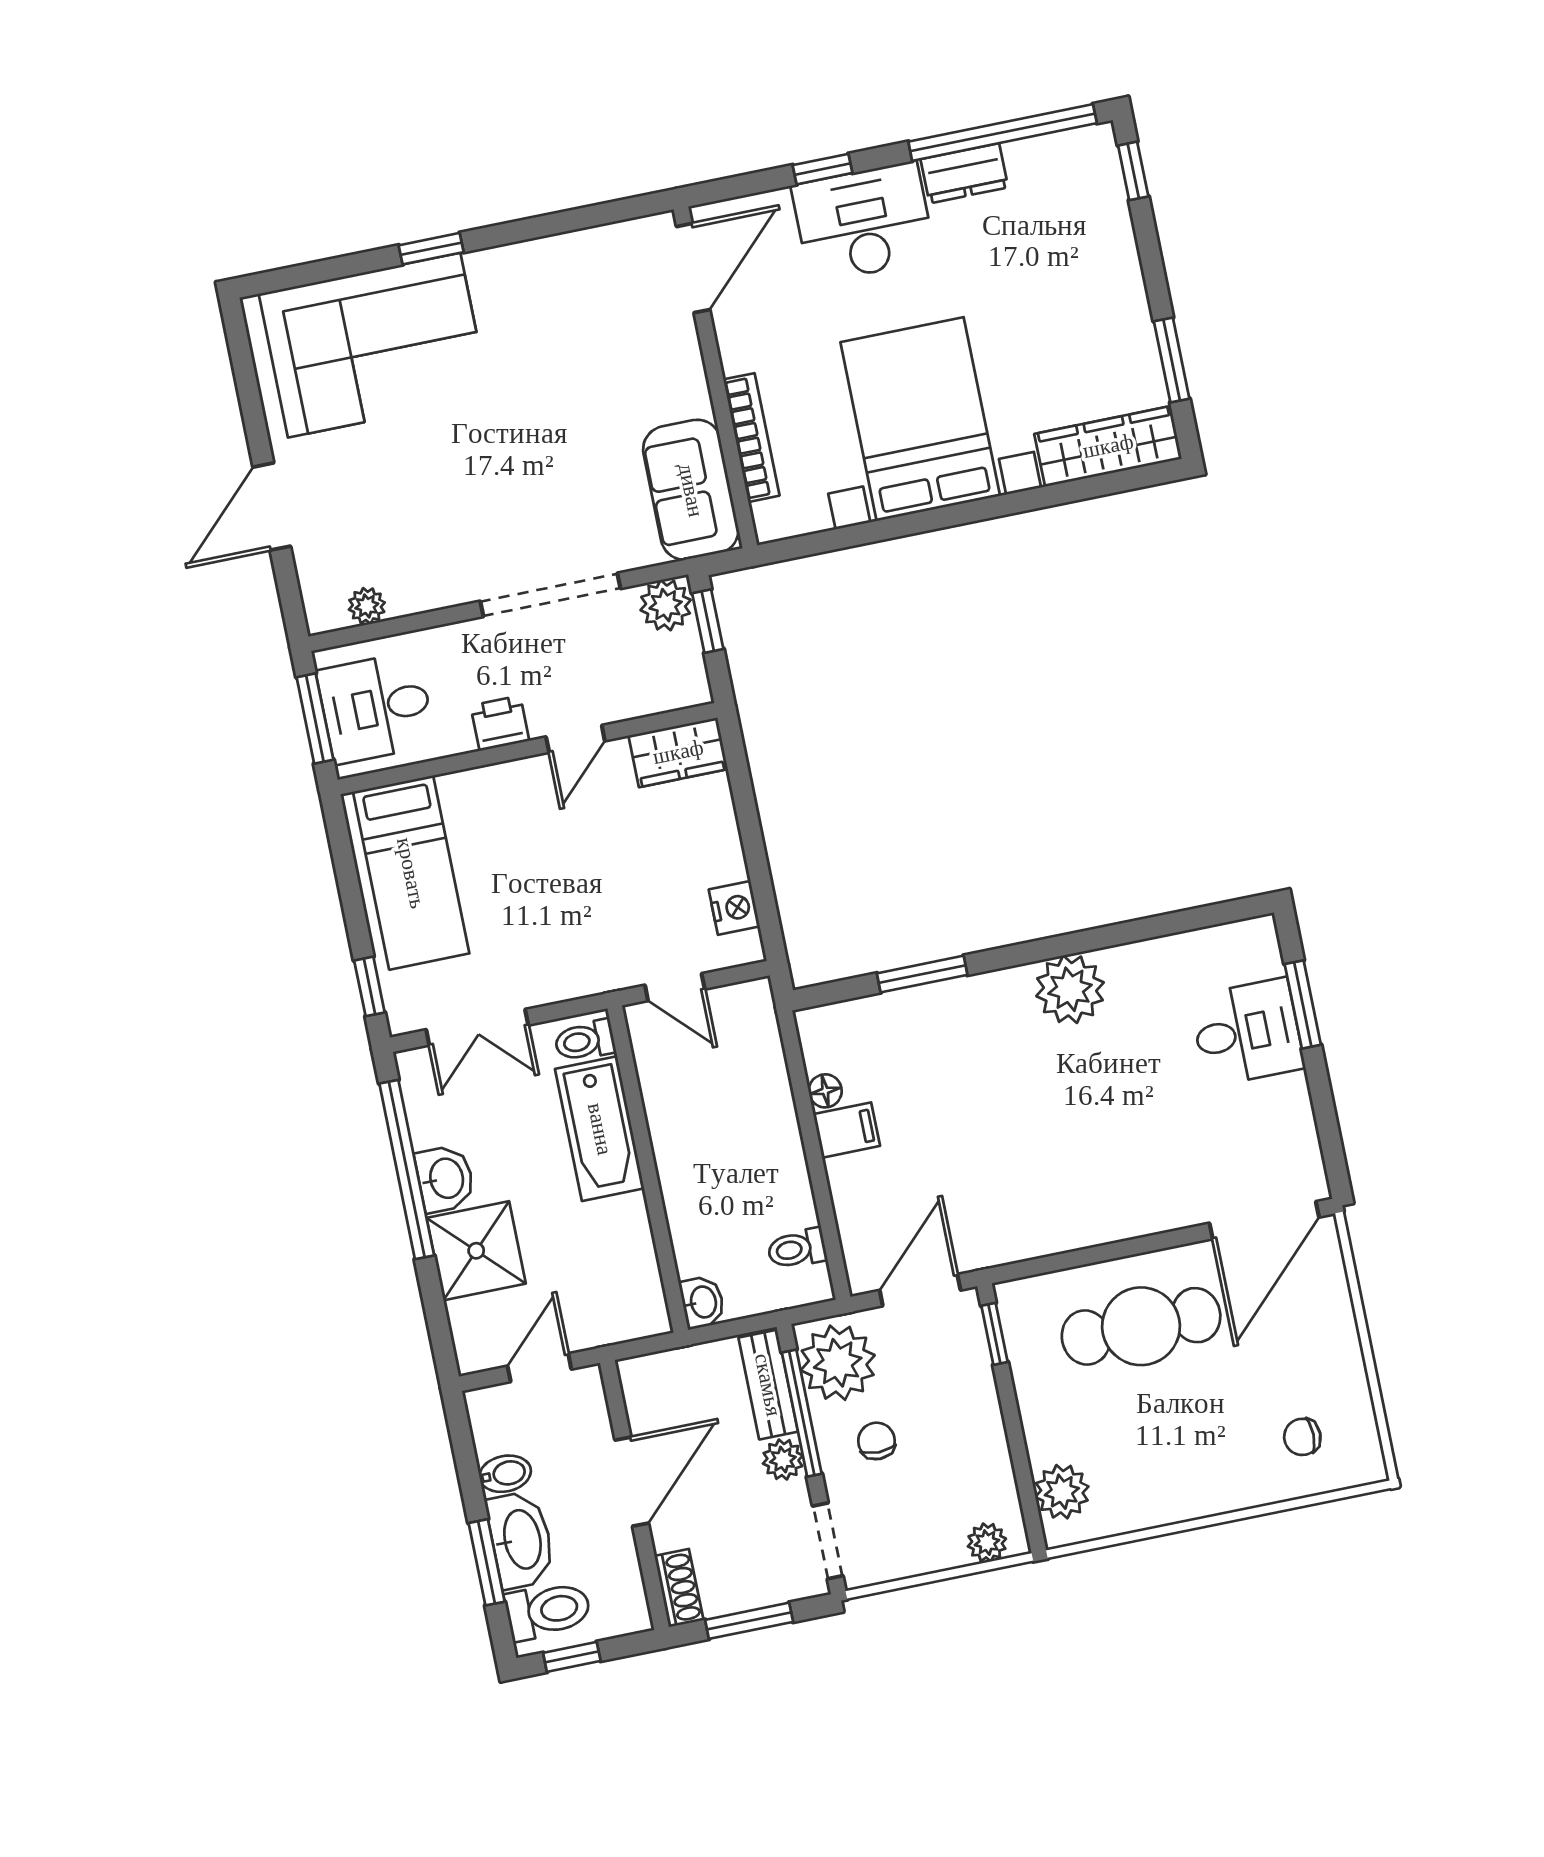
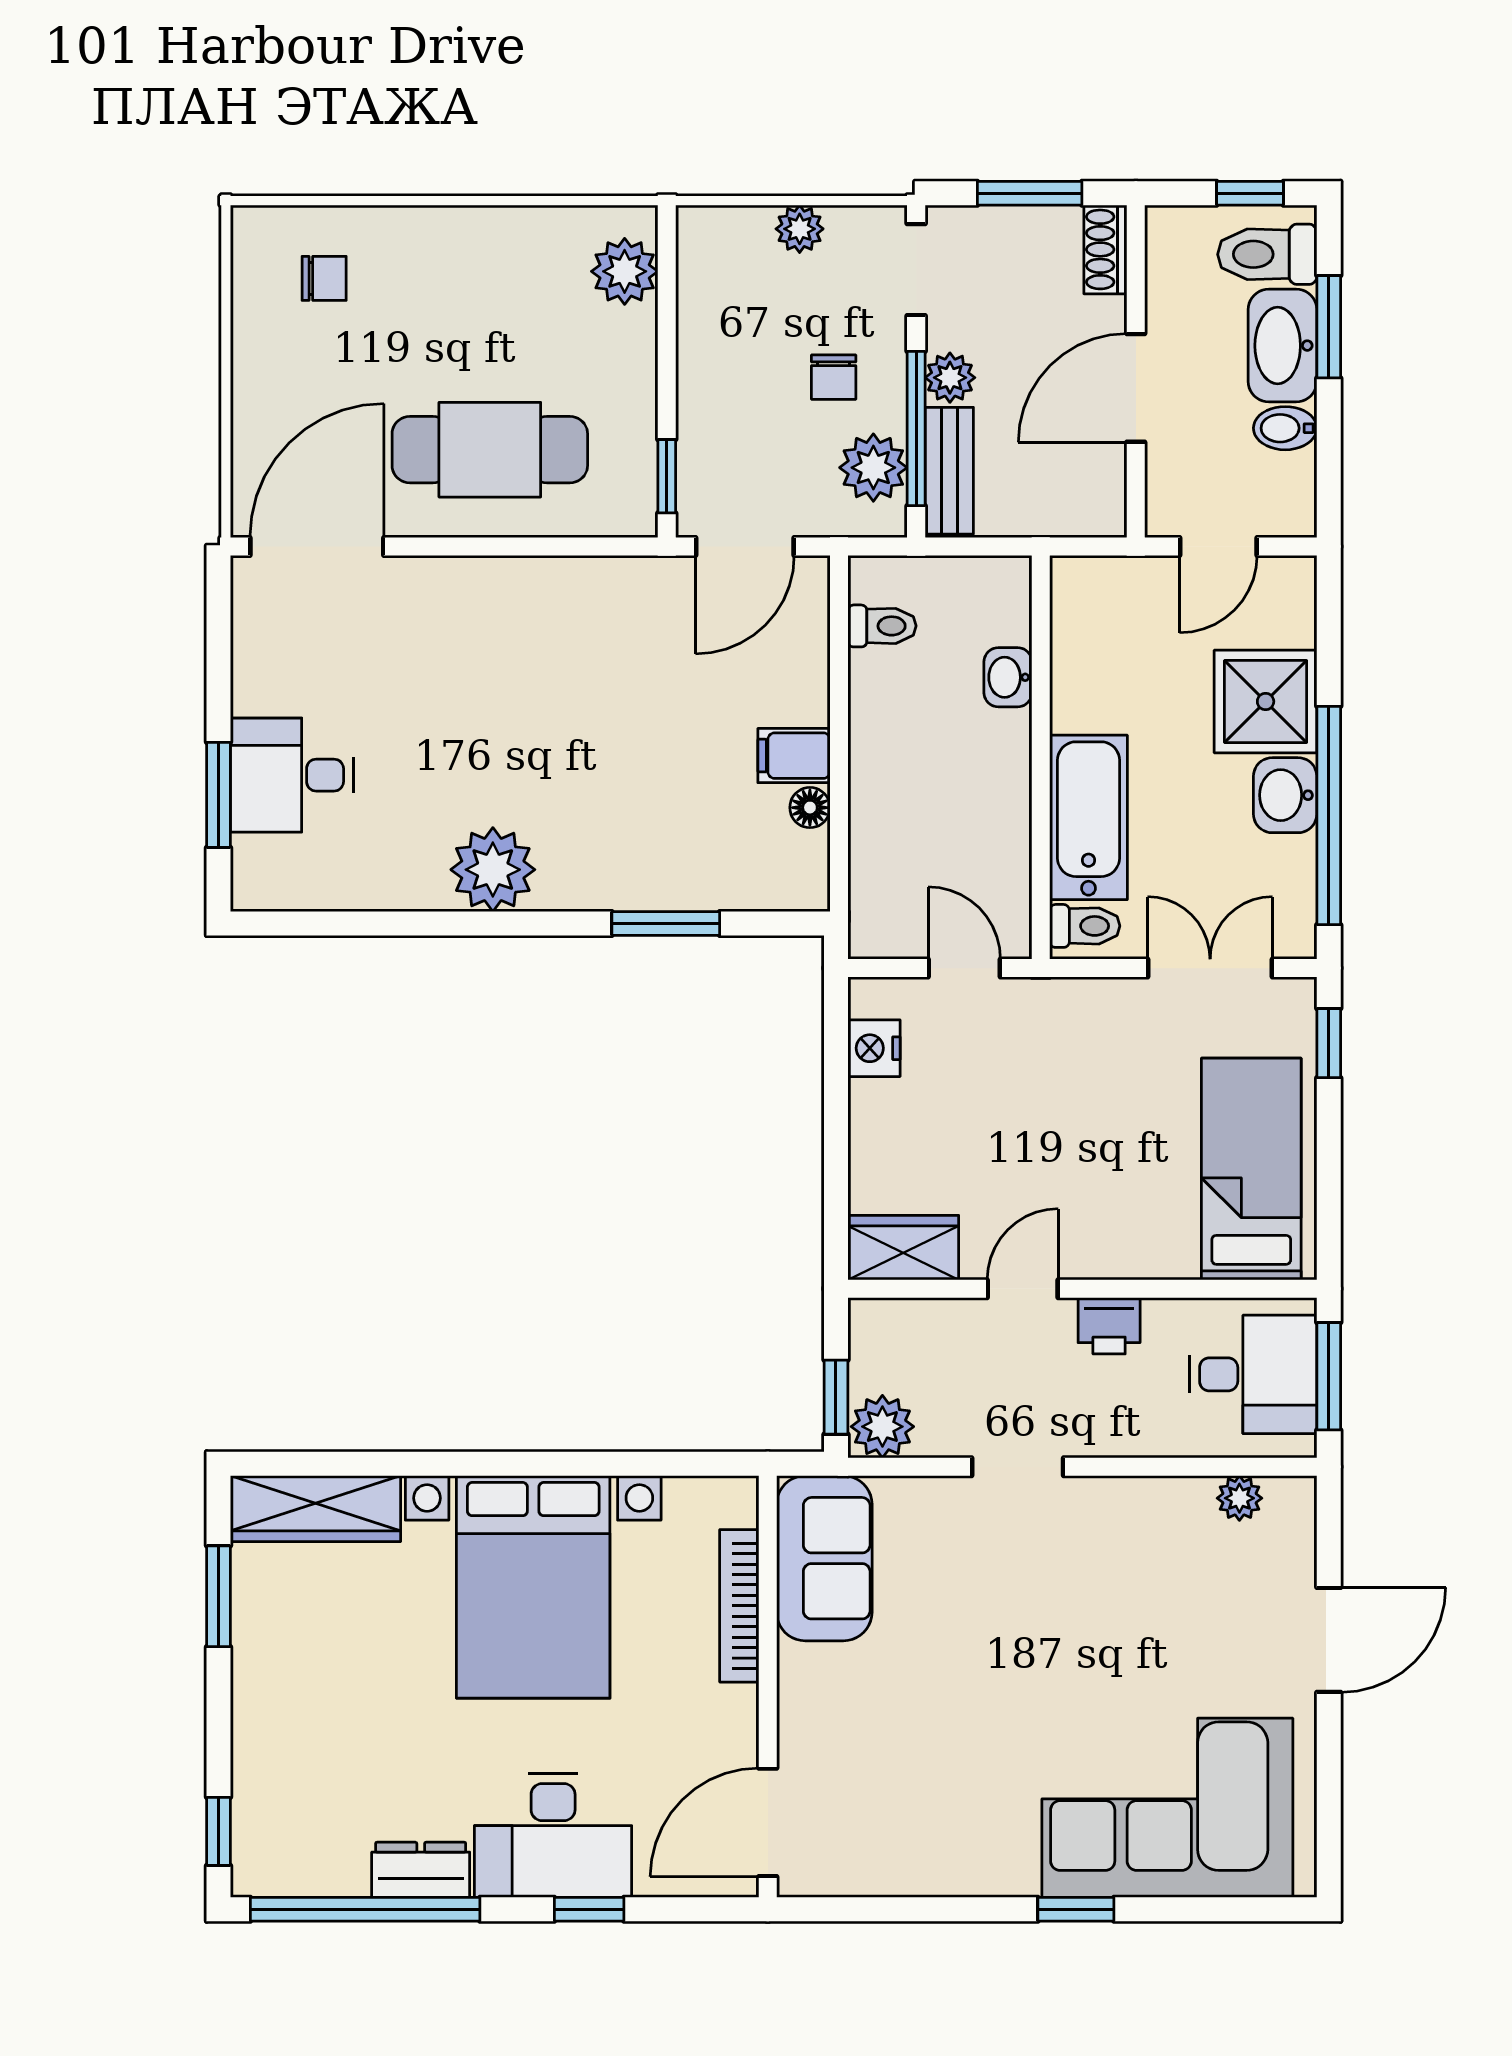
doorway: (550, 595) -> (1018, 1467), width x0.53
washbasin: (702, 1302) -> (1008, 677), moved
plant: (838, 1363) -> (873, 468), width x0.73, depth x0.73
plant: (987, 1543) -> (800, 229), moved

